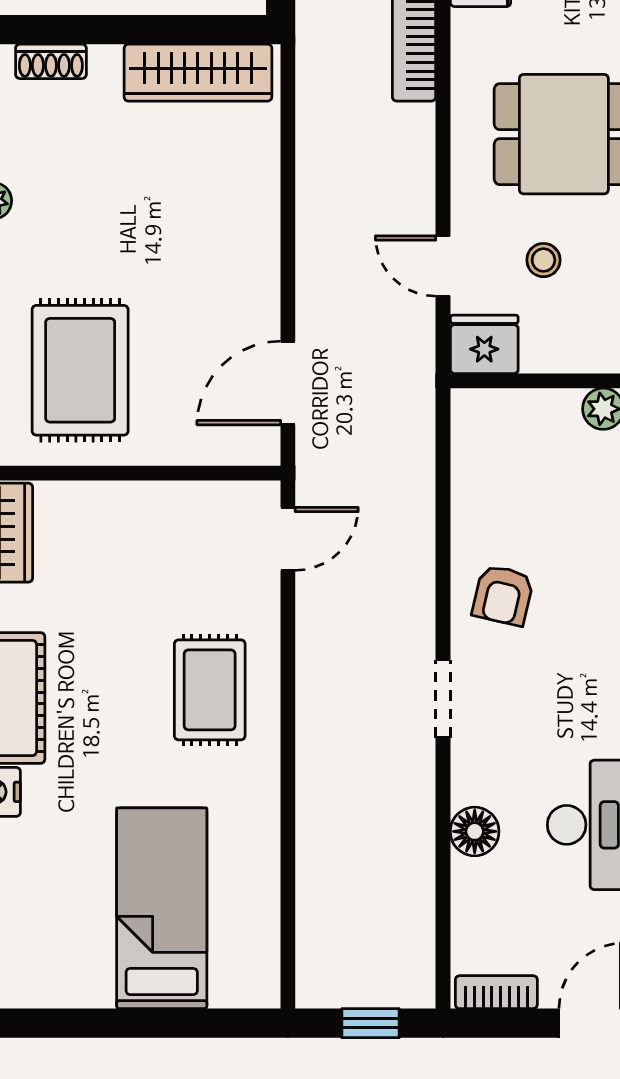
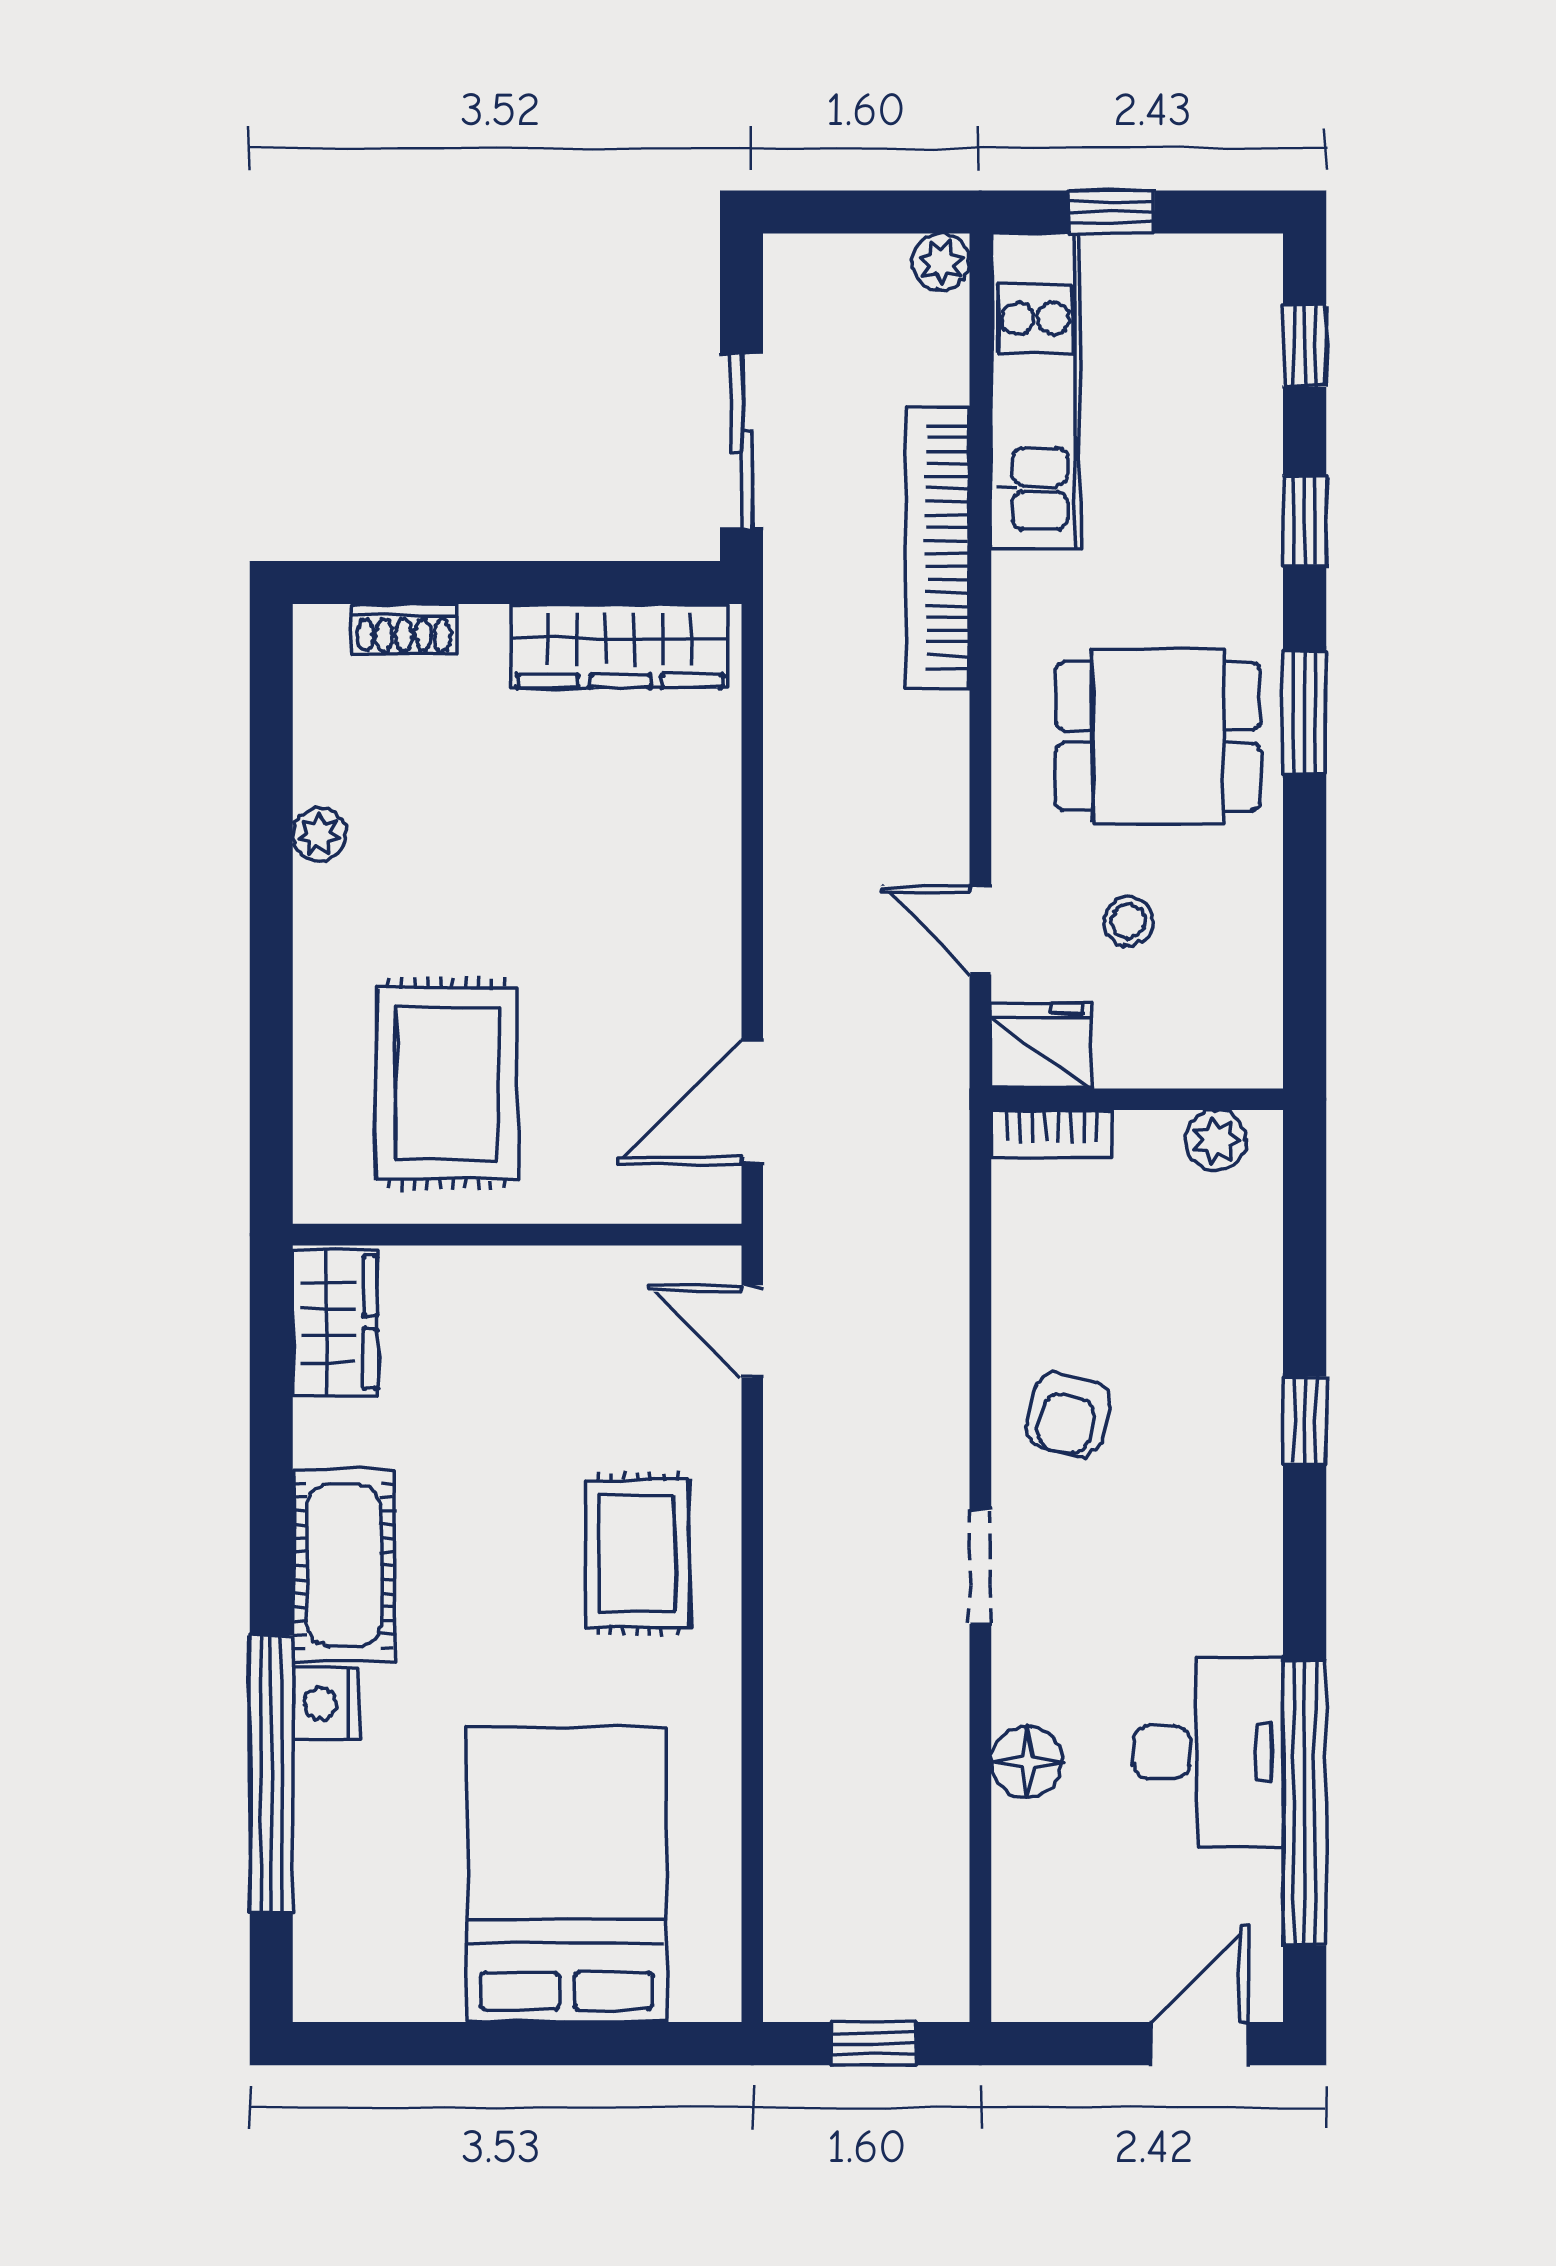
door: (288, 539) -> (752, 1331), swing flipped
bed: (162, 908) -> (567, 1875), width x1.50
bookcase: (496, 992) -> (1051, 1134), moved, turned 180

